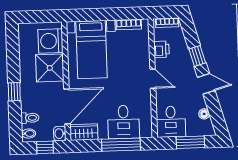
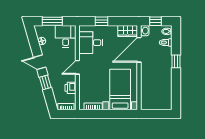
washing machine: (50, 41) -> (149, 97), removed
shower: (50, 68) -> (150, 77), removed
door: (153, 79) -> (77, 67), hinge flipped
desk: (123, 122) -> (91, 43), moved, turned -90
window: (121, 145) -> (102, 21), width x0.46

